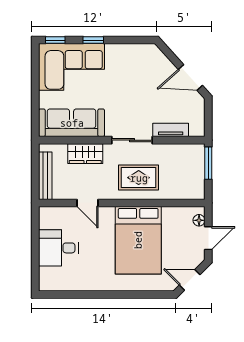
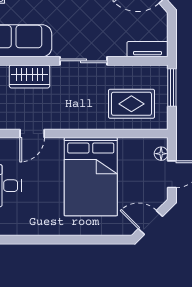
tv unit: (171, 130) -> (147, 49), moved
rug: (139, 178) -> (131, 104), moved
door: (88, 203) -> (32, 134), hinge flipped

